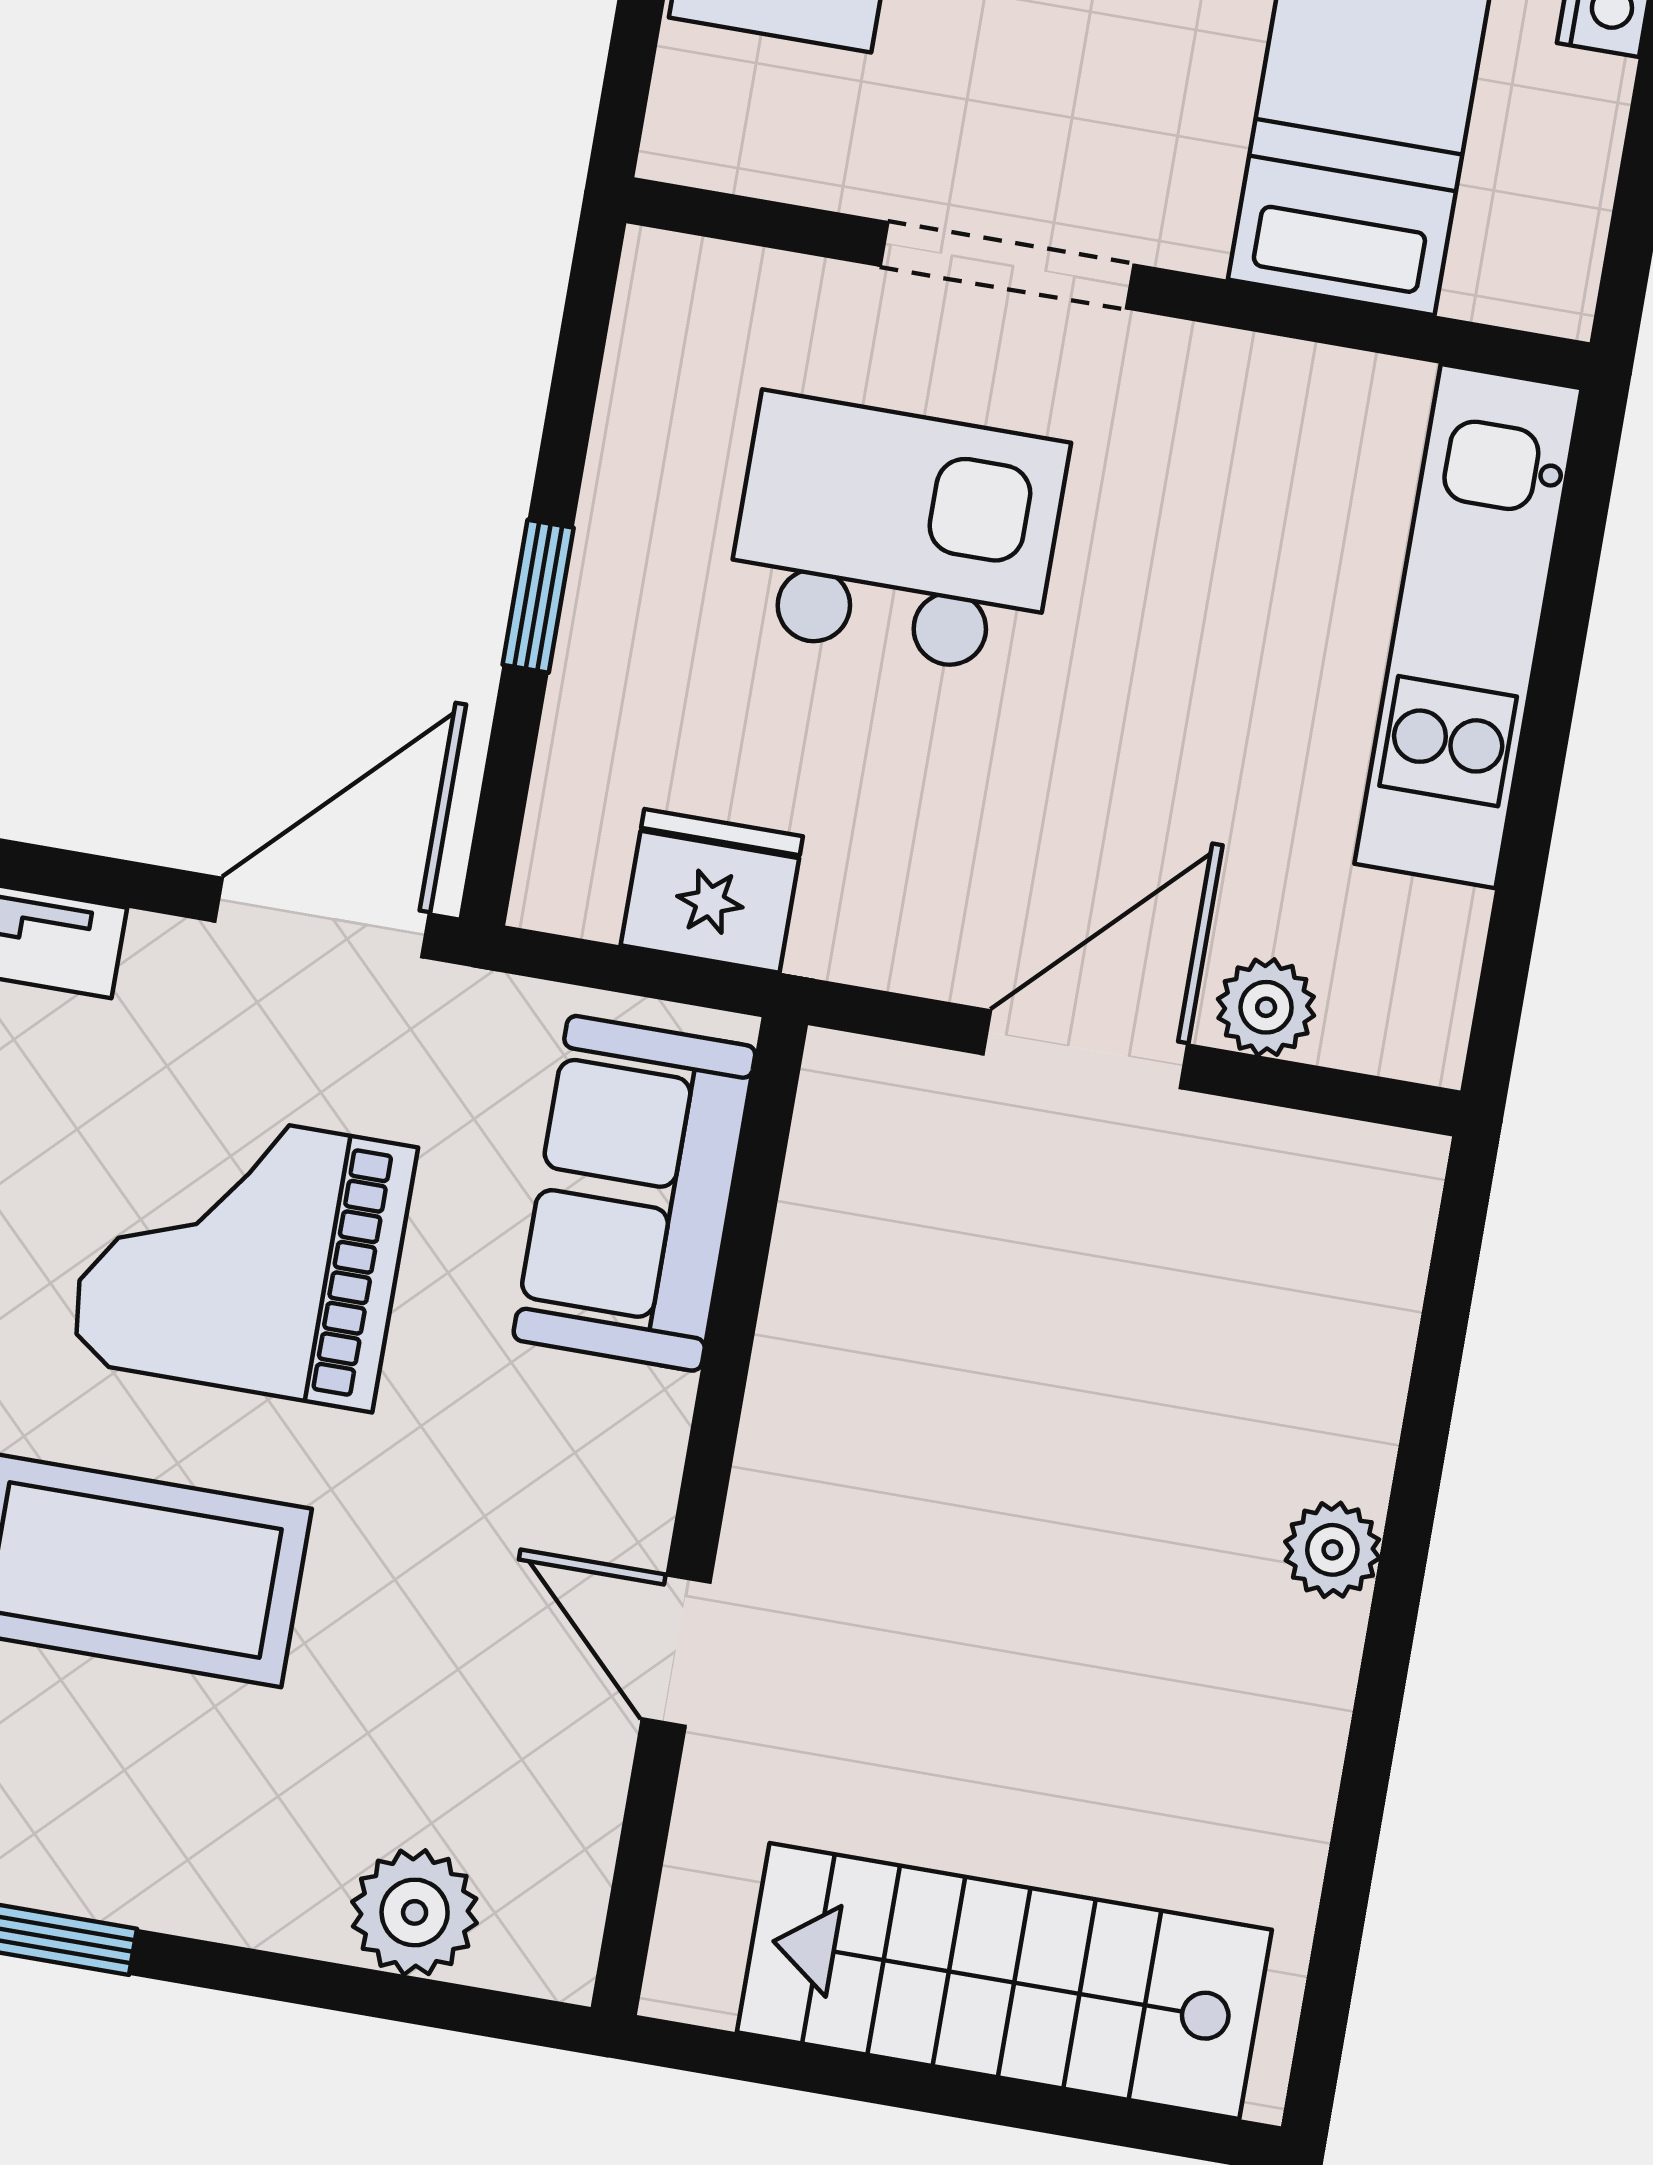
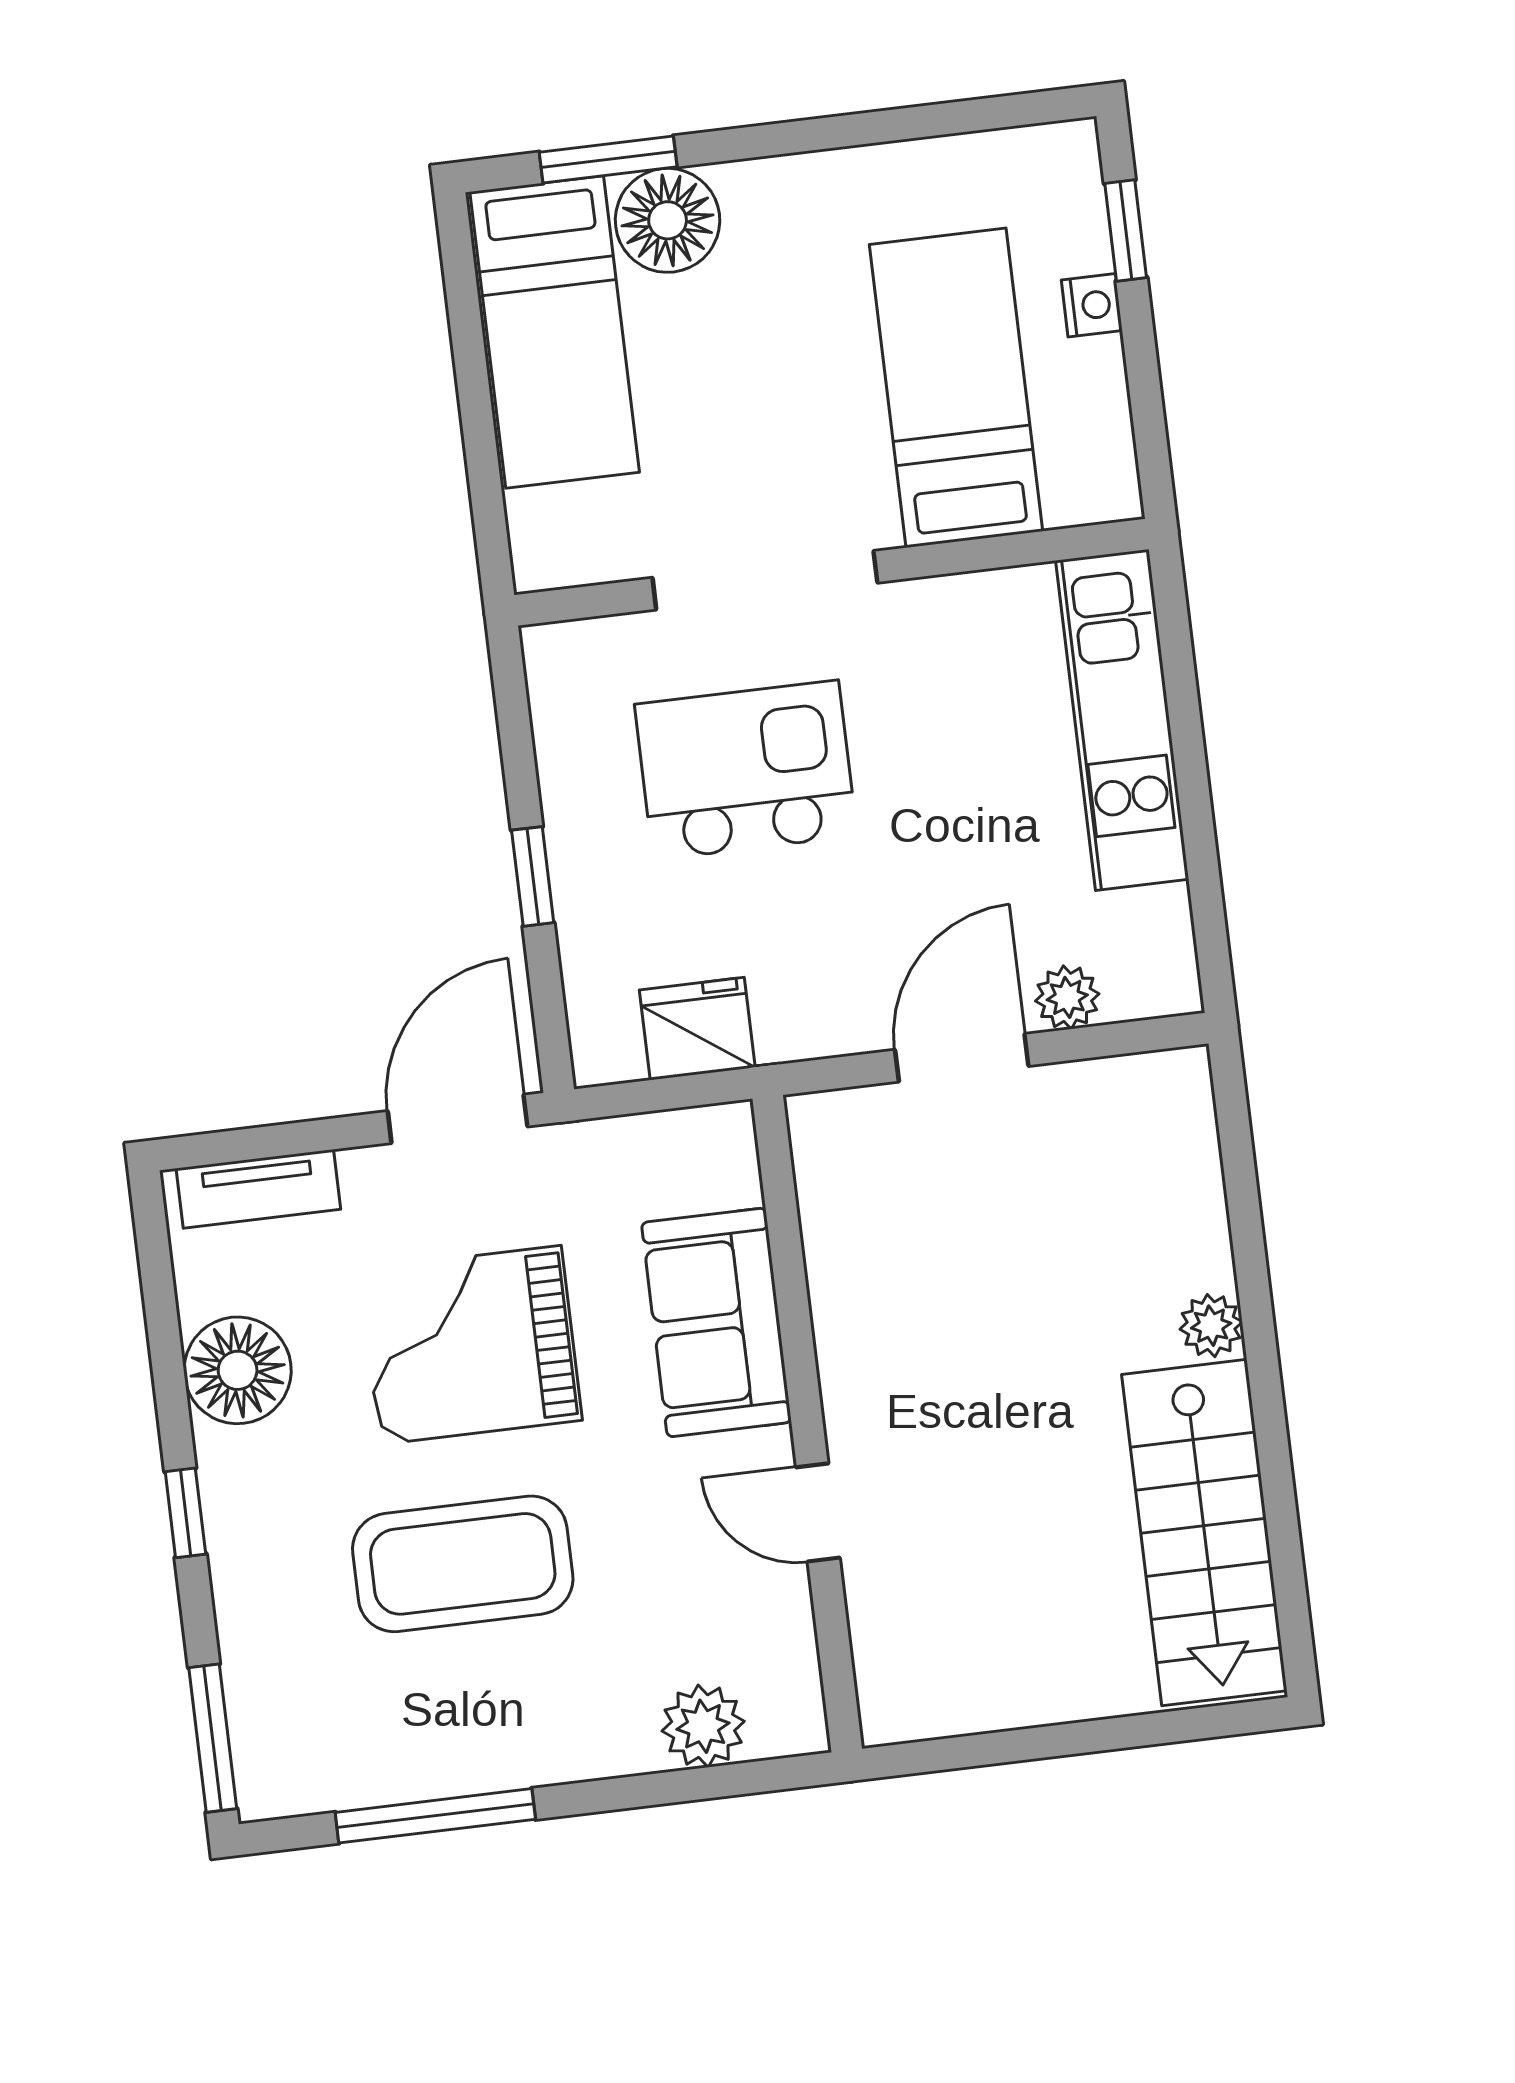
doorway: (1007, 265) -> (765, 580), width x1.36
sofa: (634, 1193) -> (716, 1322), moved
stairs: (1004, 1981) -> (1204, 1533), moved, turned -90

